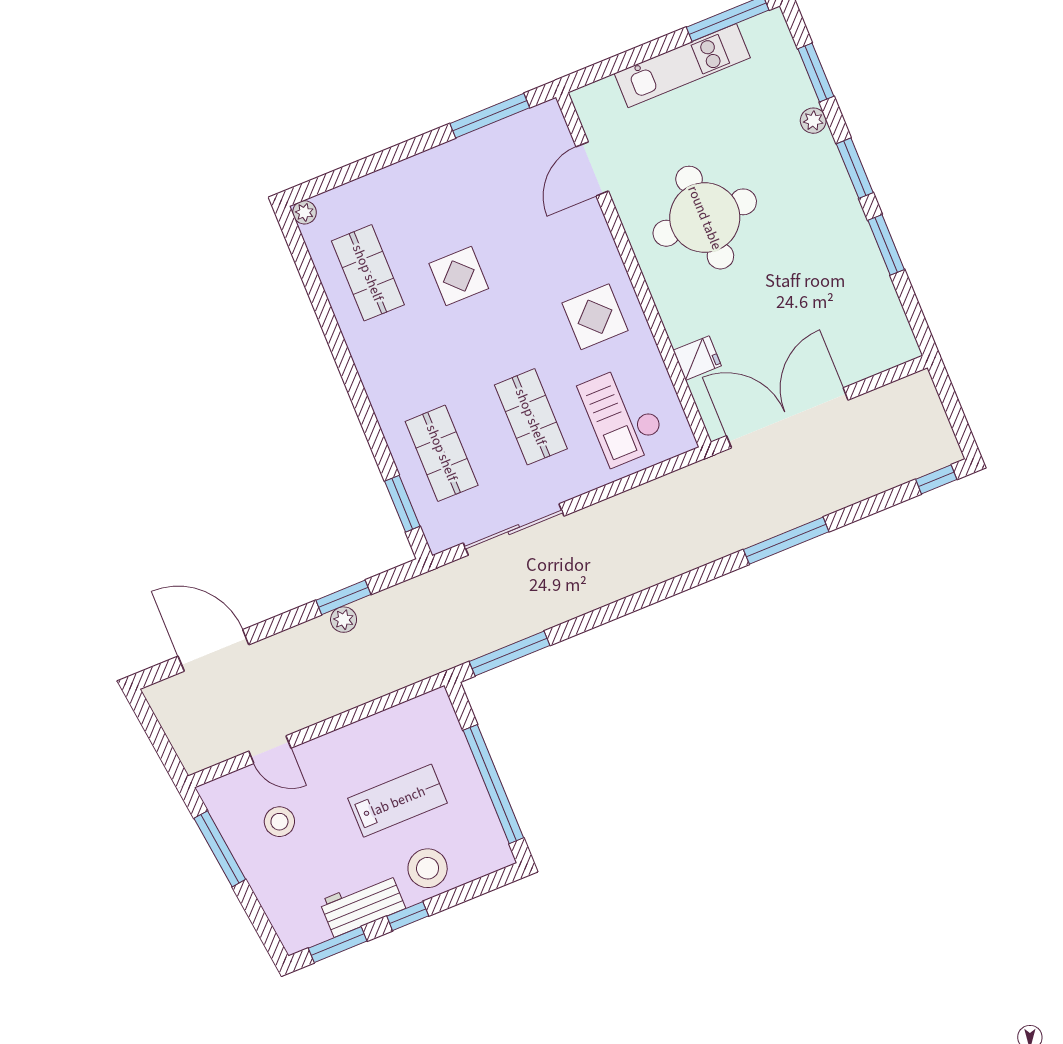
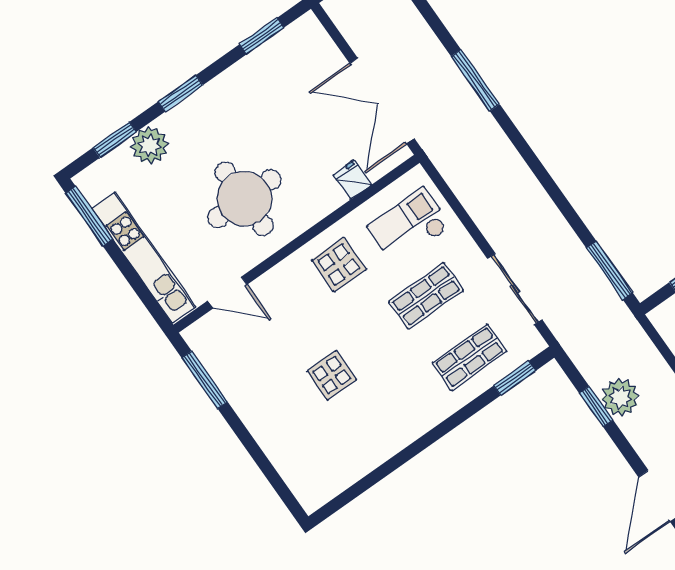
kitchen unit: (682, 66) -> (144, 258), width x1.36
plant: (813, 121) -> (150, 145), width x1.88, depth x1.88
plant: (304, 212) -> (311, 504), removed
window: (886, 245) -> (262, 36), moved
shop shelf: (368, 273) -> (345, 445), removed
checkout: (623, 415) -> (409, 226), turned 180
plant: (344, 620) -> (620, 397), width x1.88, depth x1.88

